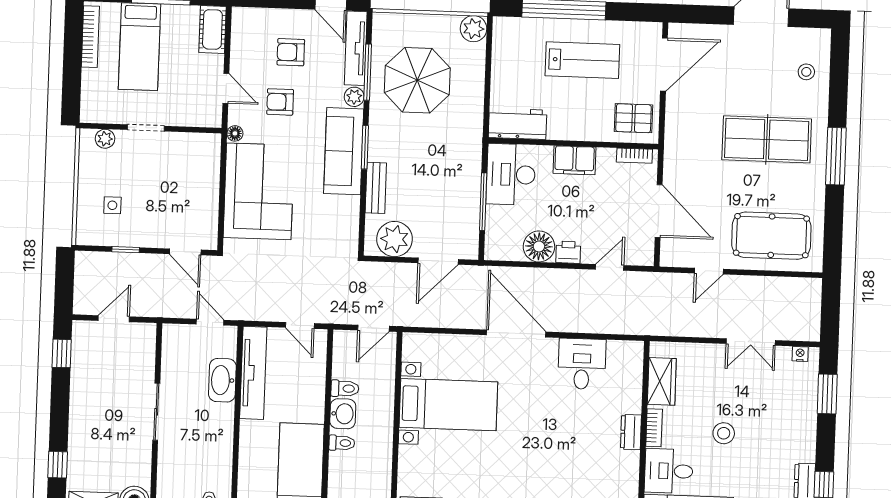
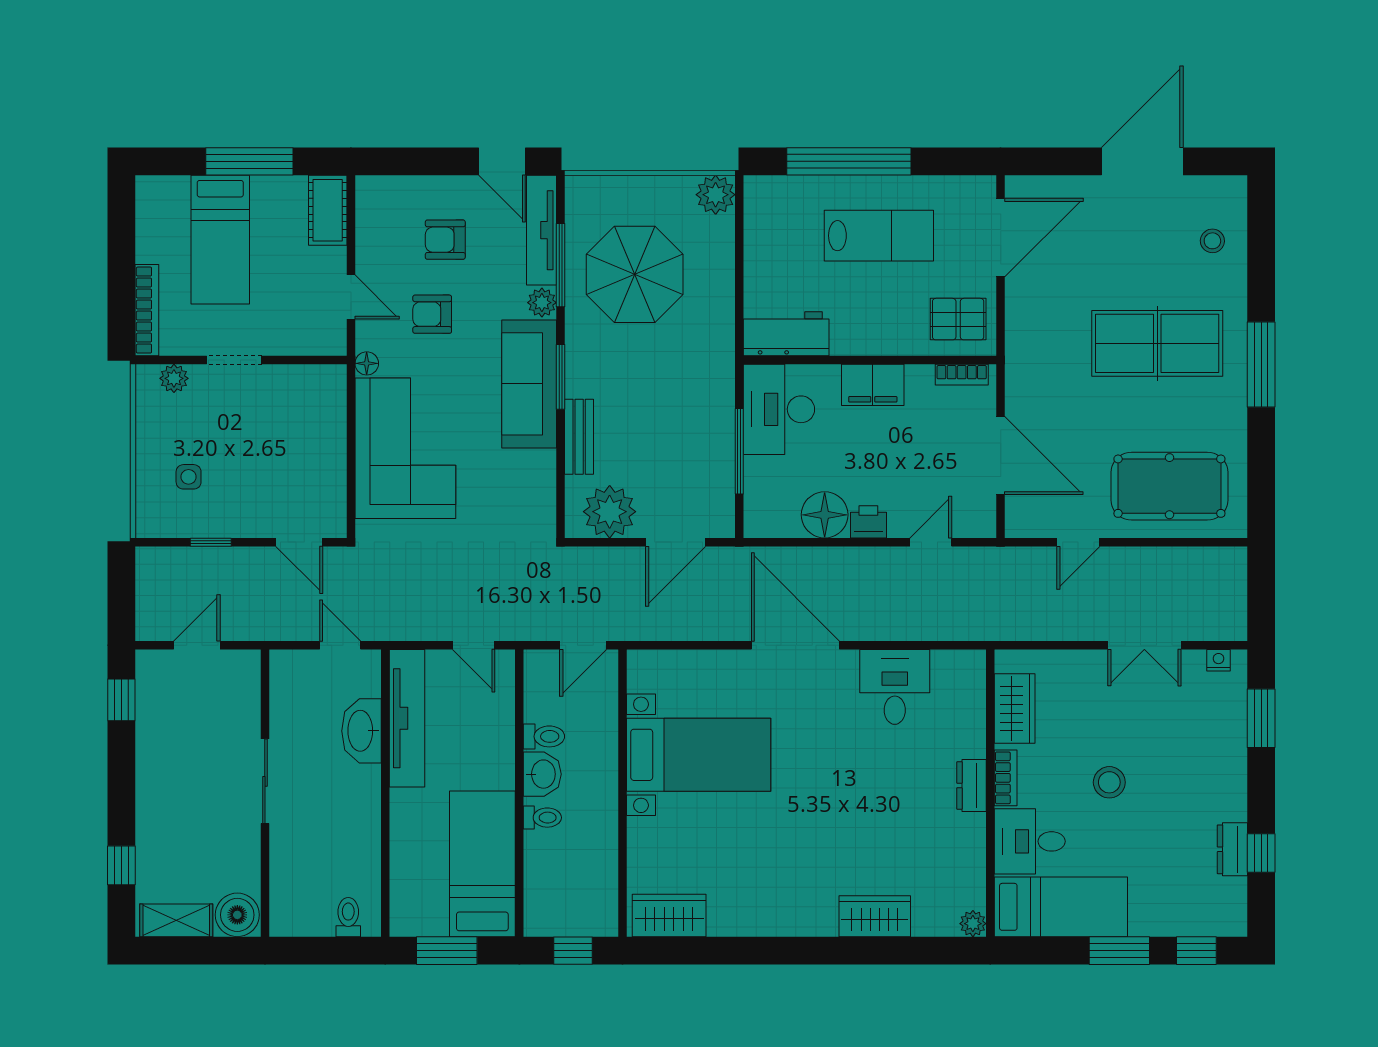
bookcase: (90, 37) -> (147, 310), moved

